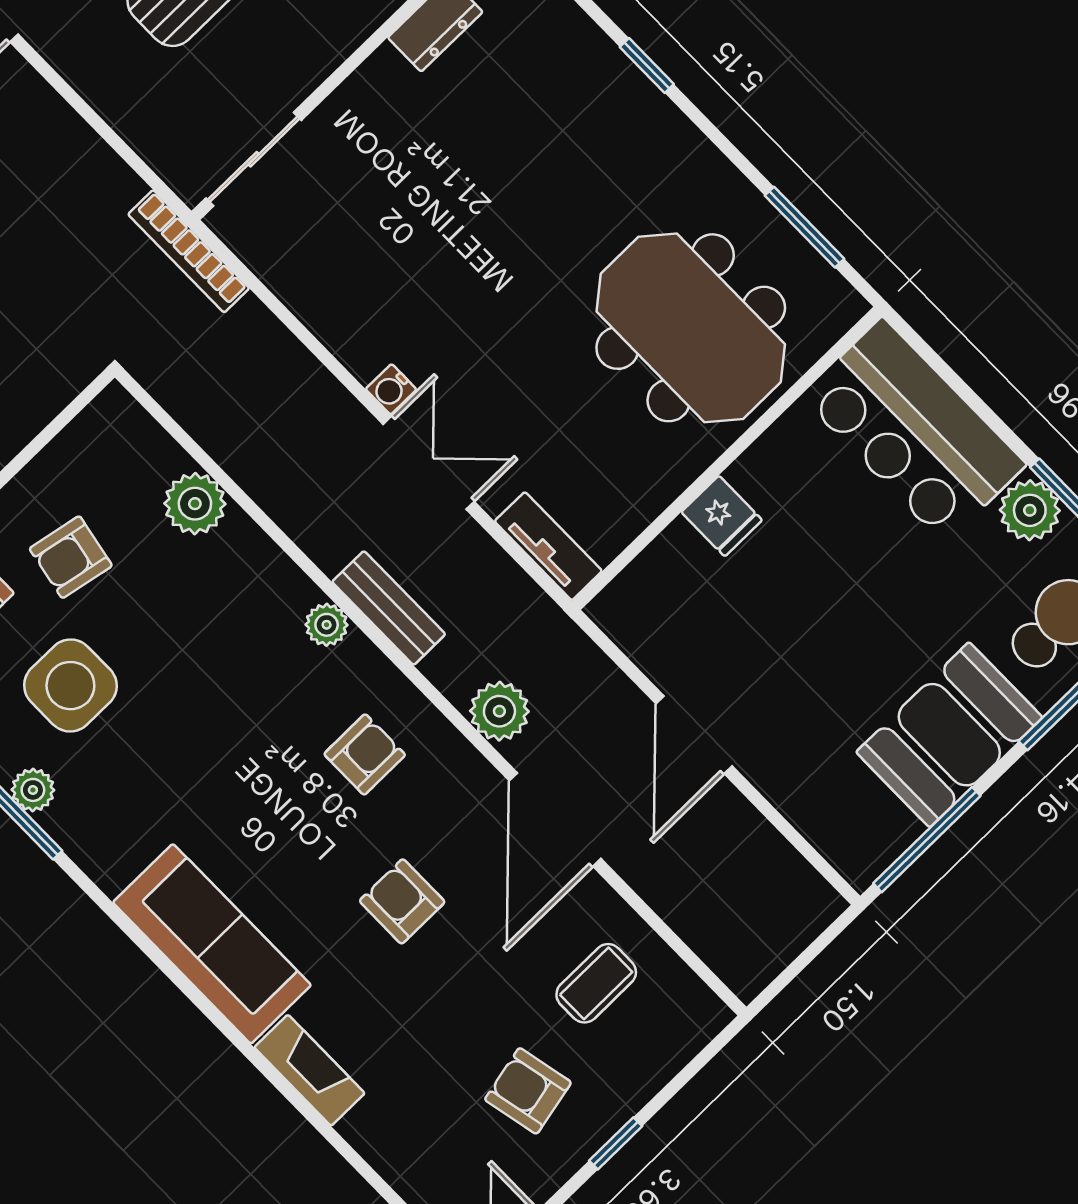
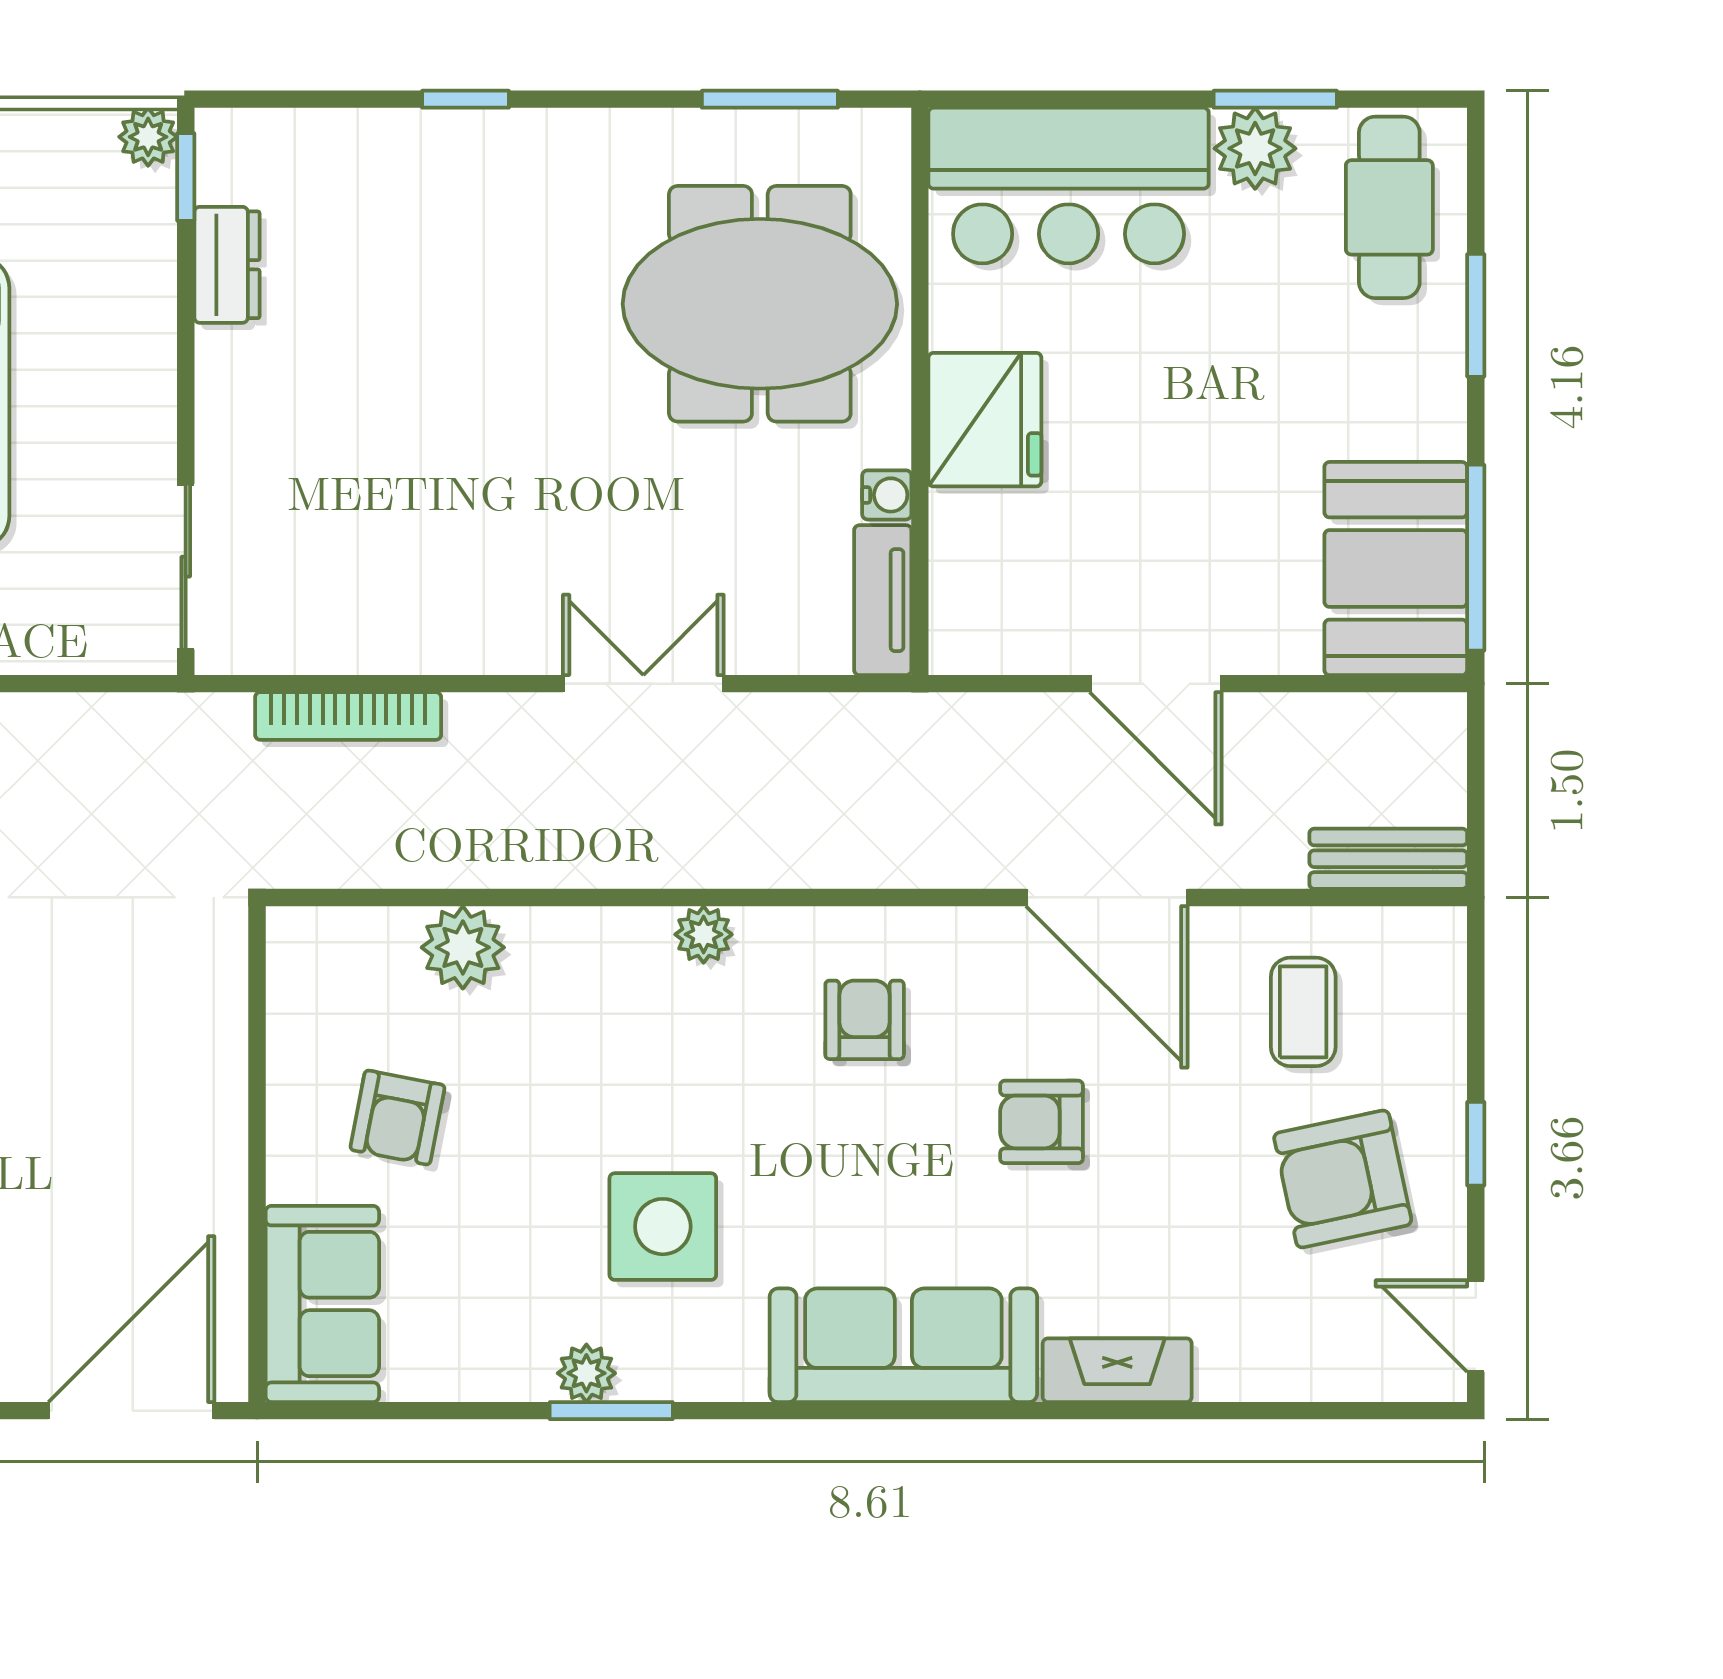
bookcase: (189, 251) -> (348, 716), moved
water cooler: (391, 389) -> (887, 495), moved, turned -90
fridge: (722, 516) -> (985, 420), width x1.88, depth x1.34
tv unit: (548, 546) -> (883, 600), moved, turned -90
bench: (389, 608) -> (1388, 859), moved
side table: (70, 686) -> (663, 1227), moved
plant: (499, 711) -> (950, 849), removed
booth: (949, 735) -> (1396, 569), moved
armchair: (528, 1091) -> (1343, 1179), width x1.38, depth x1.38

